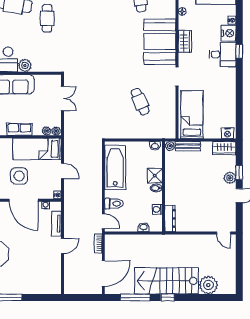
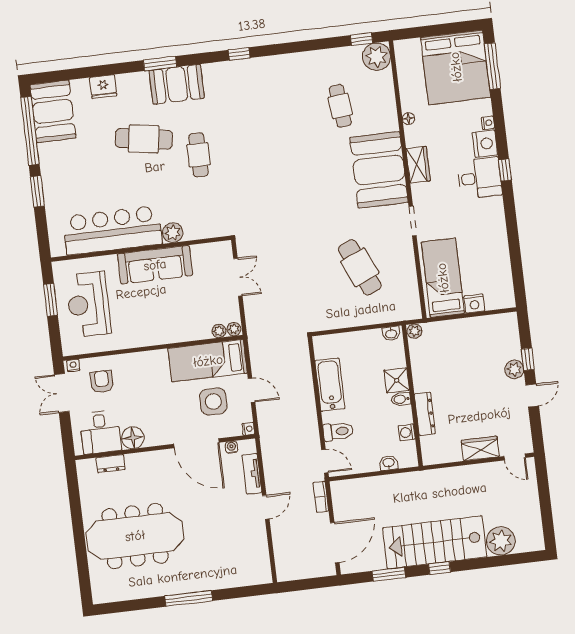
cafe table: (140, 102) -> (360, 267), width x1.37, depth x1.35
row of seats: (19, 129) -> (176, 333), removed
nightstand: (227, 133) -> (474, 303), moved
bench: (188, 146) -> (442, 328), removed
wardrobe: (224, 148) -> (480, 448), moved, turned 180
bathtub: (115, 167) -> (330, 385), width x0.73, depth x0.73
side table: (19, 176) -> (213, 401), moved
dresser: (170, 218) -> (425, 414), moved
window: (135, 297) -> (389, 574), width x0.69

